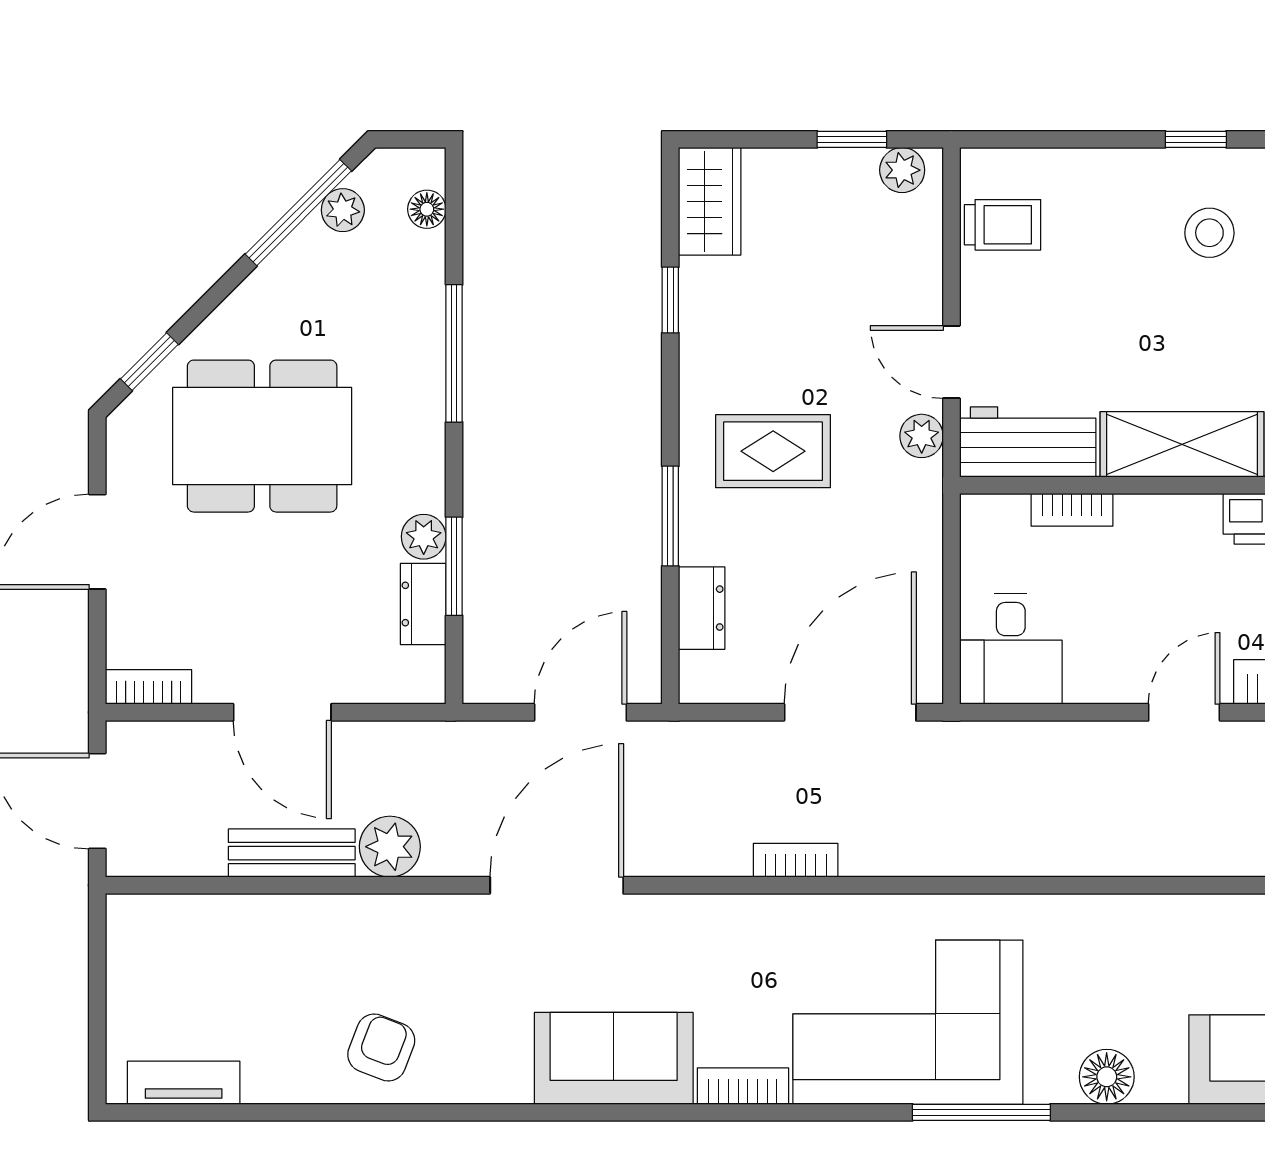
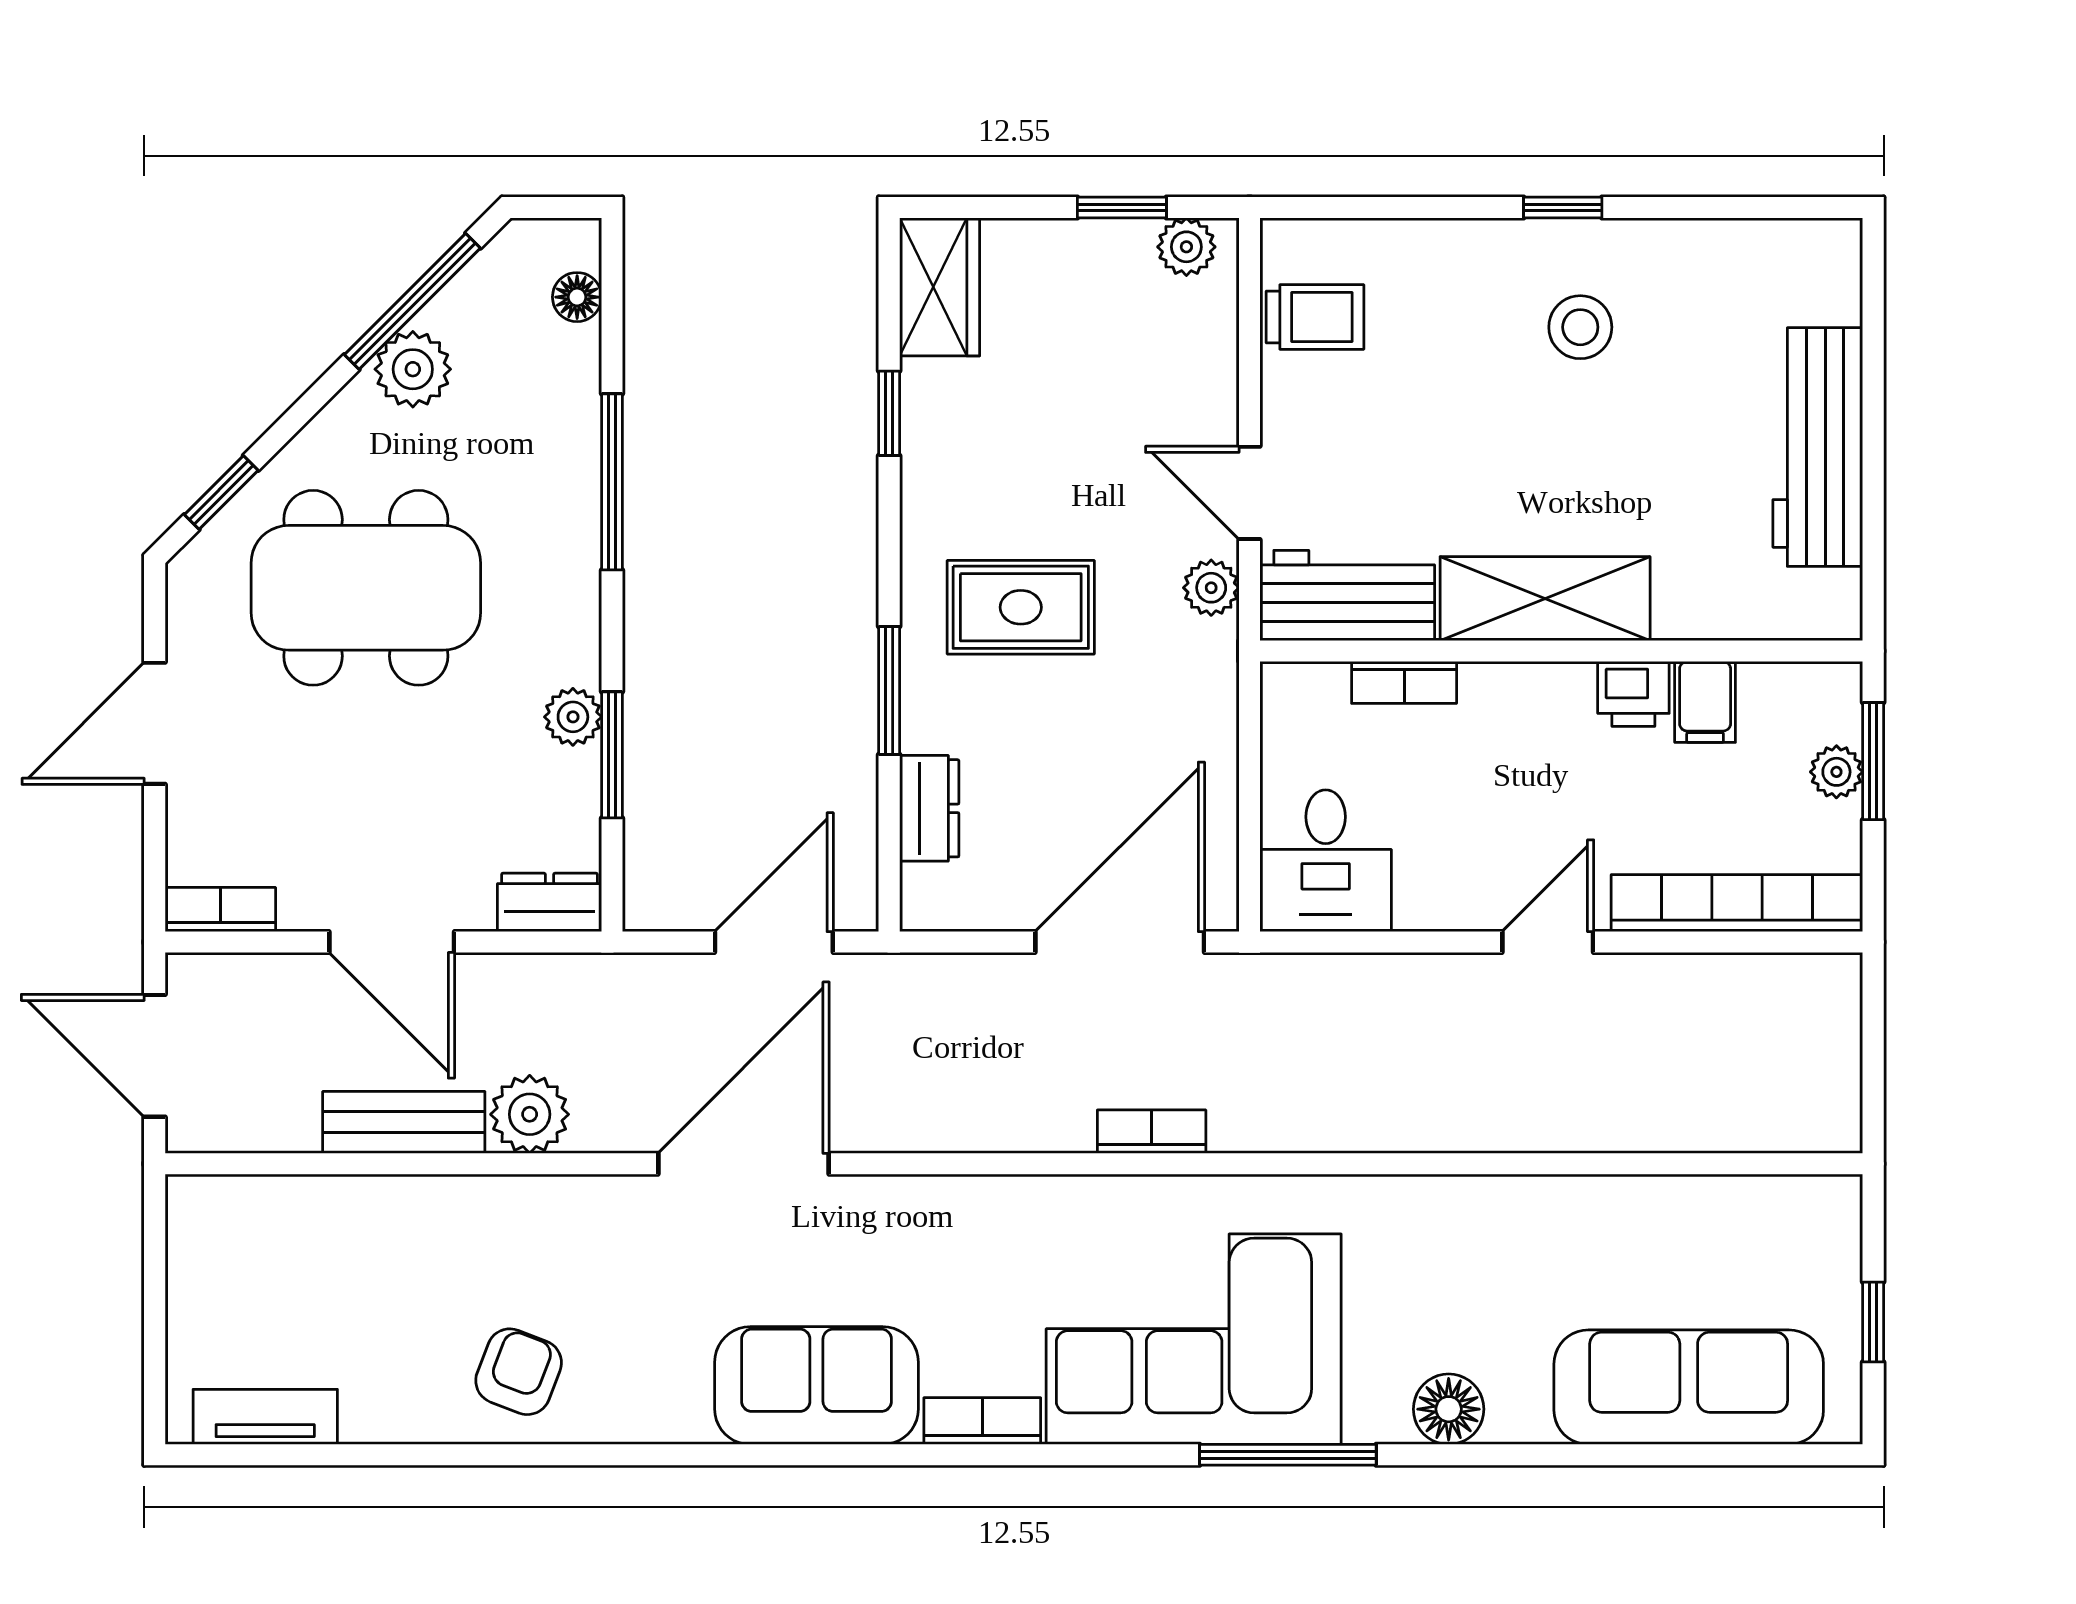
plant: (343, 210) -> (413, 369), moved, width x1.38, depth x1.38
dresser: (423, 604) -> (550, 902), moved, turned 90
bookcase: (796, 860) -> (1152, 1132), moved

